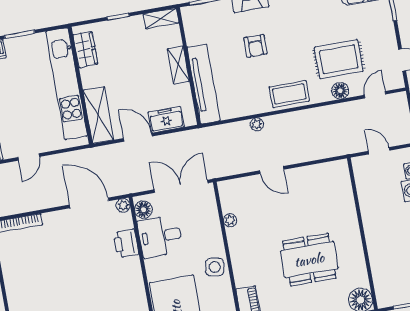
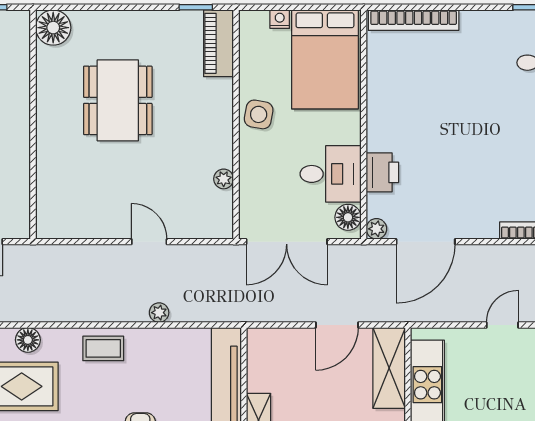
coffee table: (289, 94) -> (103, 348), width x0.73, depth x0.77
freezer: (166, 120) -> (291, 344), removed
door: (138, 137) -> (337, 325), hinge flipped
door: (89, 203) -> (426, 242), hinge flipped
dining table: (309, 260) -> (118, 100), turned 90

